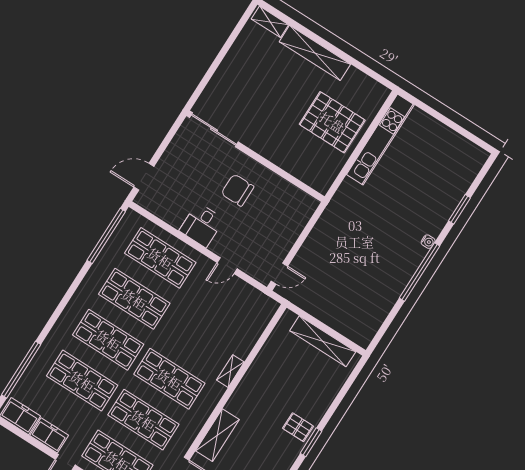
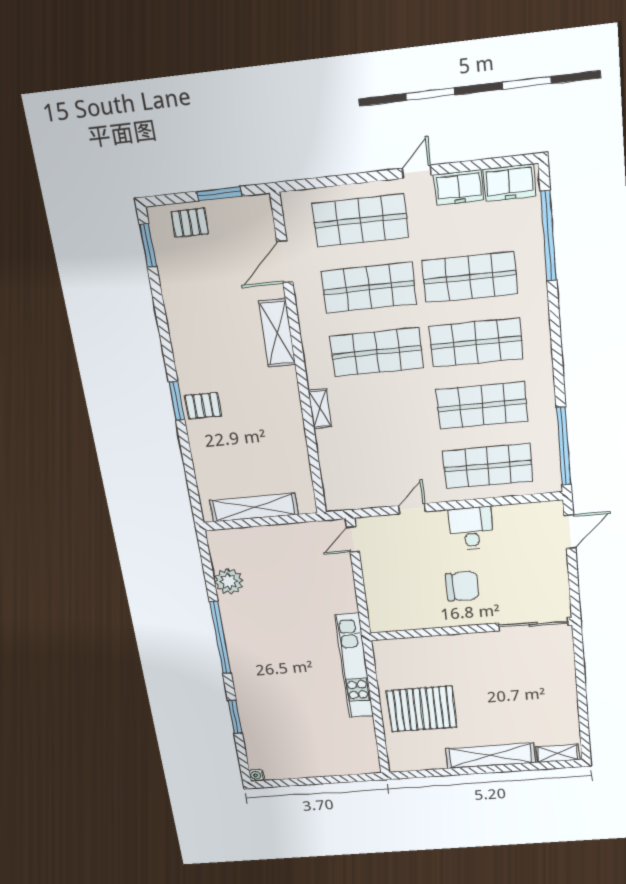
kitchen unit: (380, 140) -> (354, 666), moved
water cooler: (428, 242) -> (257, 775), moved
plant: (380, 306) -> (229, 581), added

